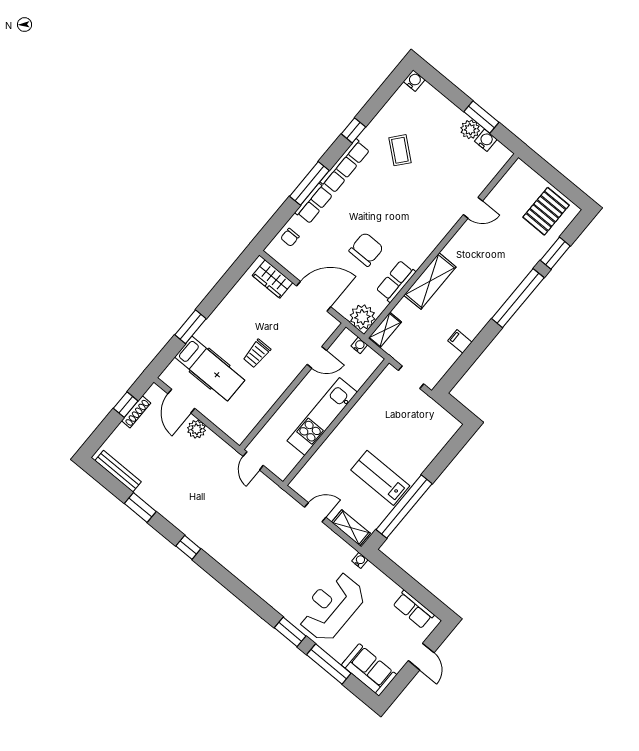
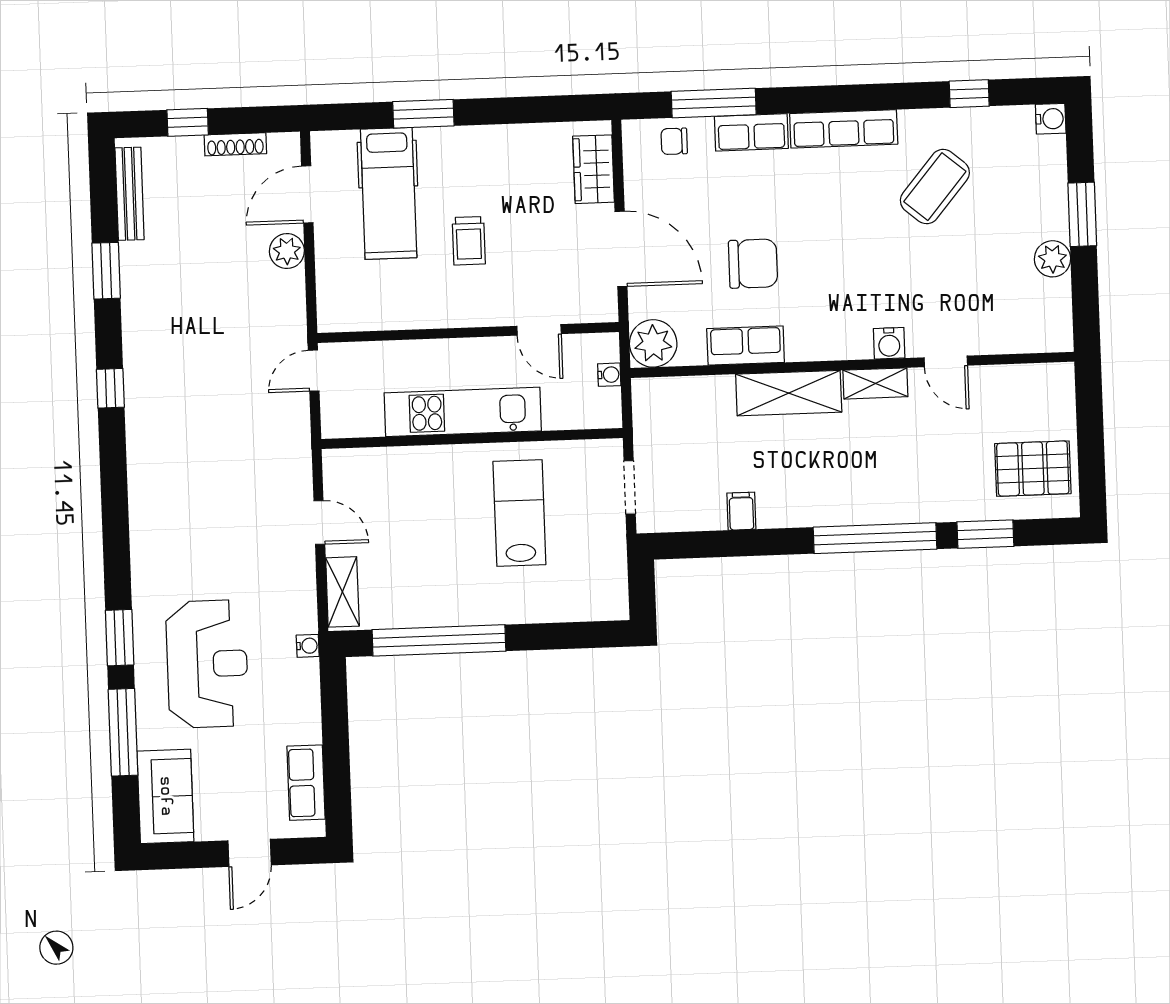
window: (481, 117) -> (1082, 214), moved
window: (353, 130) -> (969, 94), moved
water cooler: (486, 140) -> (889, 343), moved, turned 90
coffee table: (400, 150) -> (935, 187), width x1.36, depth x1.30
window: (309, 183) -> (714, 103), moved
shelving: (385, 330) -> (875, 383), moved
trolley: (257, 354) -> (469, 241), turned -90
window: (126, 405) -> (188, 122), moved
lab bench: (380, 478) -> (519, 513), moved
reception desk: (332, 607) -> (207, 664), turned 90

